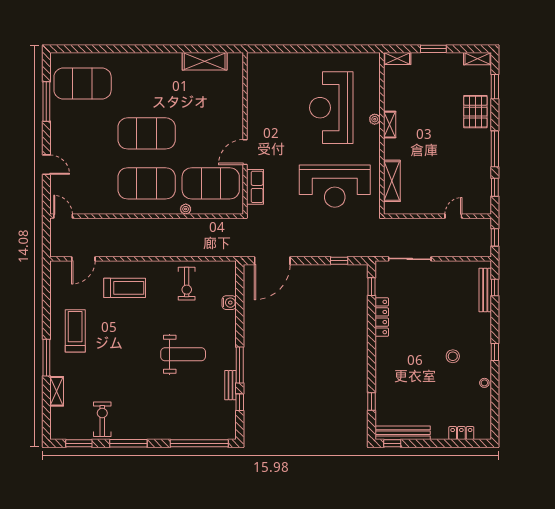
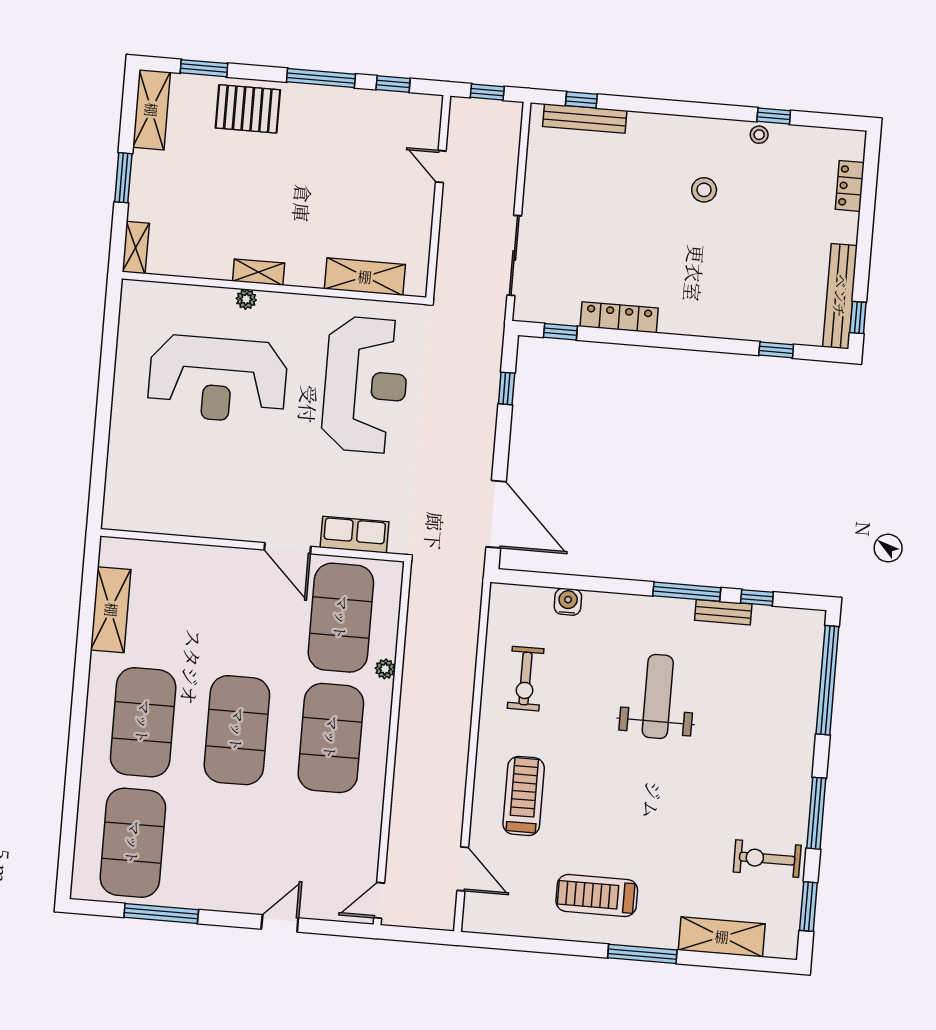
shelving: (478, 59) -> (151, 110), width x1.50, depth x1.33
exercise mat: (147, 83) -> (143, 722), added
exercise bike: (187, 284) -> (526, 679), turned 90
window: (495, 352) -> (774, 116), moved
shelving: (57, 391) -> (722, 937), width x1.50, depth x1.33

